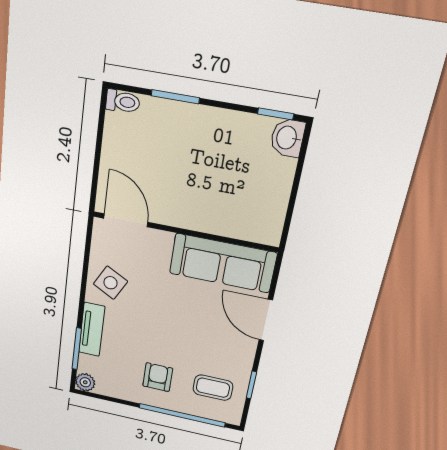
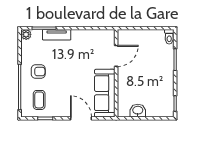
washbasin: (287, 138) -> (138, 111), moved
door: (126, 220) -> (116, 56), moved
side table: (110, 283) -> (84, 41), removed
door: (266, 320) -> (81, 118), hinge flipped

